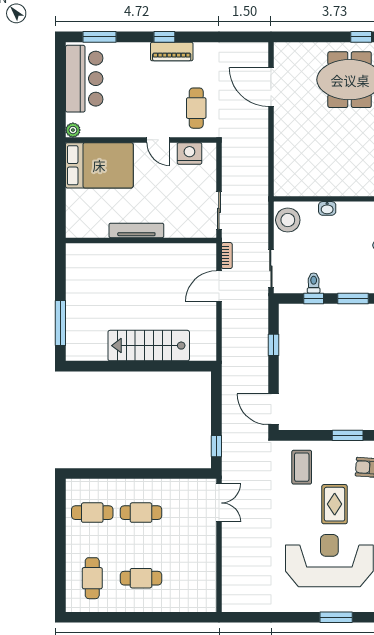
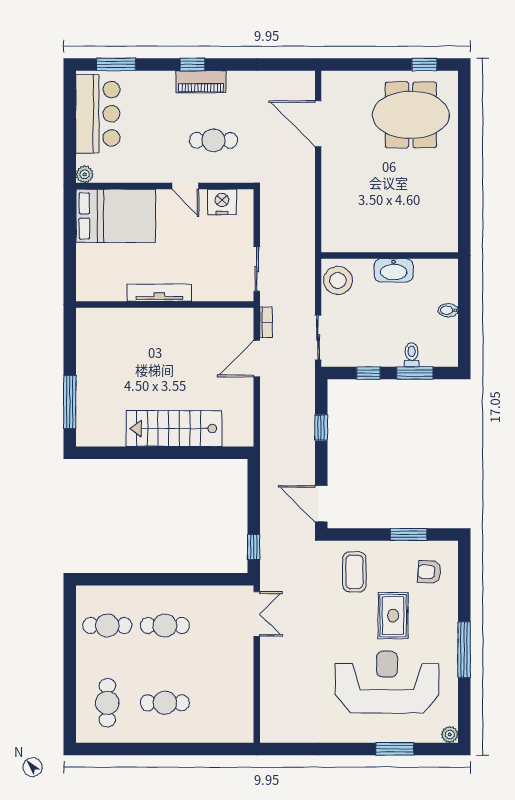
cafe table: (196, 108) -> (213, 140), moved, turned 90
washbasin: (327, 208) -> (394, 270), width x1.91, depth x1.45
toilet: (314, 283) -> (412, 355), moved

